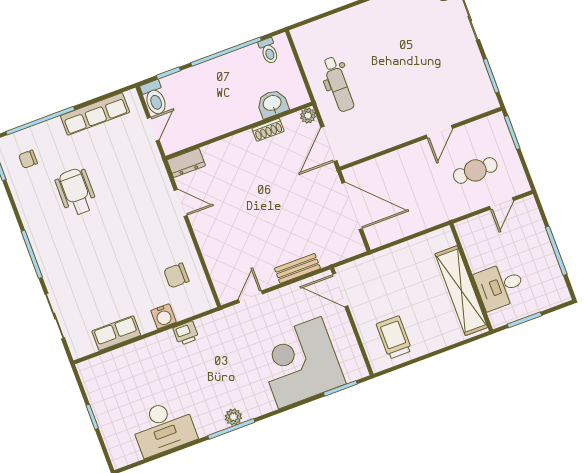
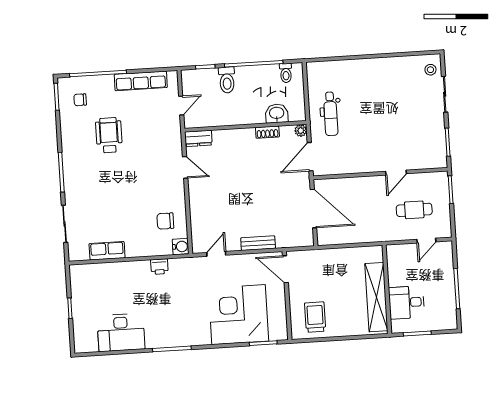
toilet: (155, 98) -> (227, 80), moved
water cooler: (163, 316) -> (181, 247), moved, turned -90
plant: (233, 417) -> (176, 340), removed

